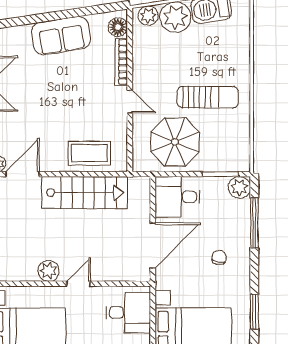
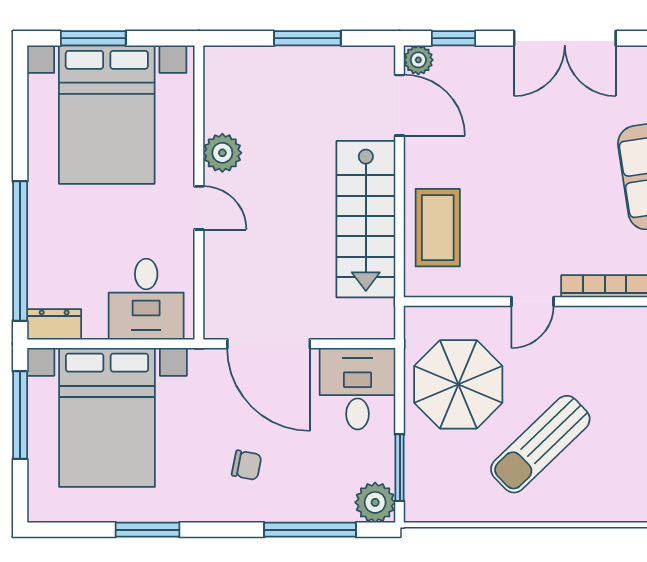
sun lounger: (208, 97) -> (540, 444), turned 46

